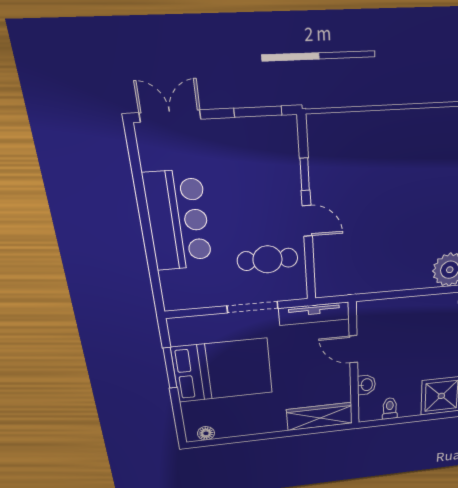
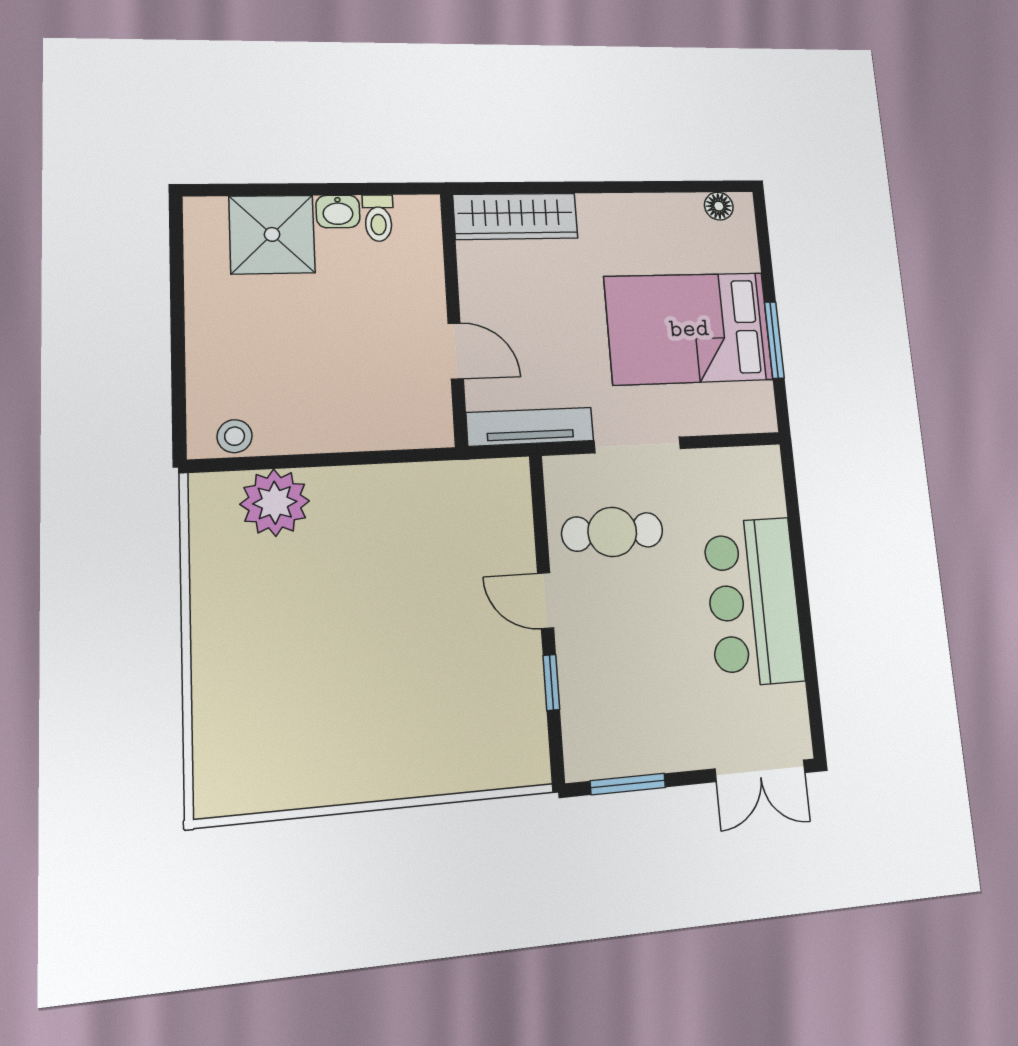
washbasin: (366, 385) -> (338, 211), moved, turned -90

